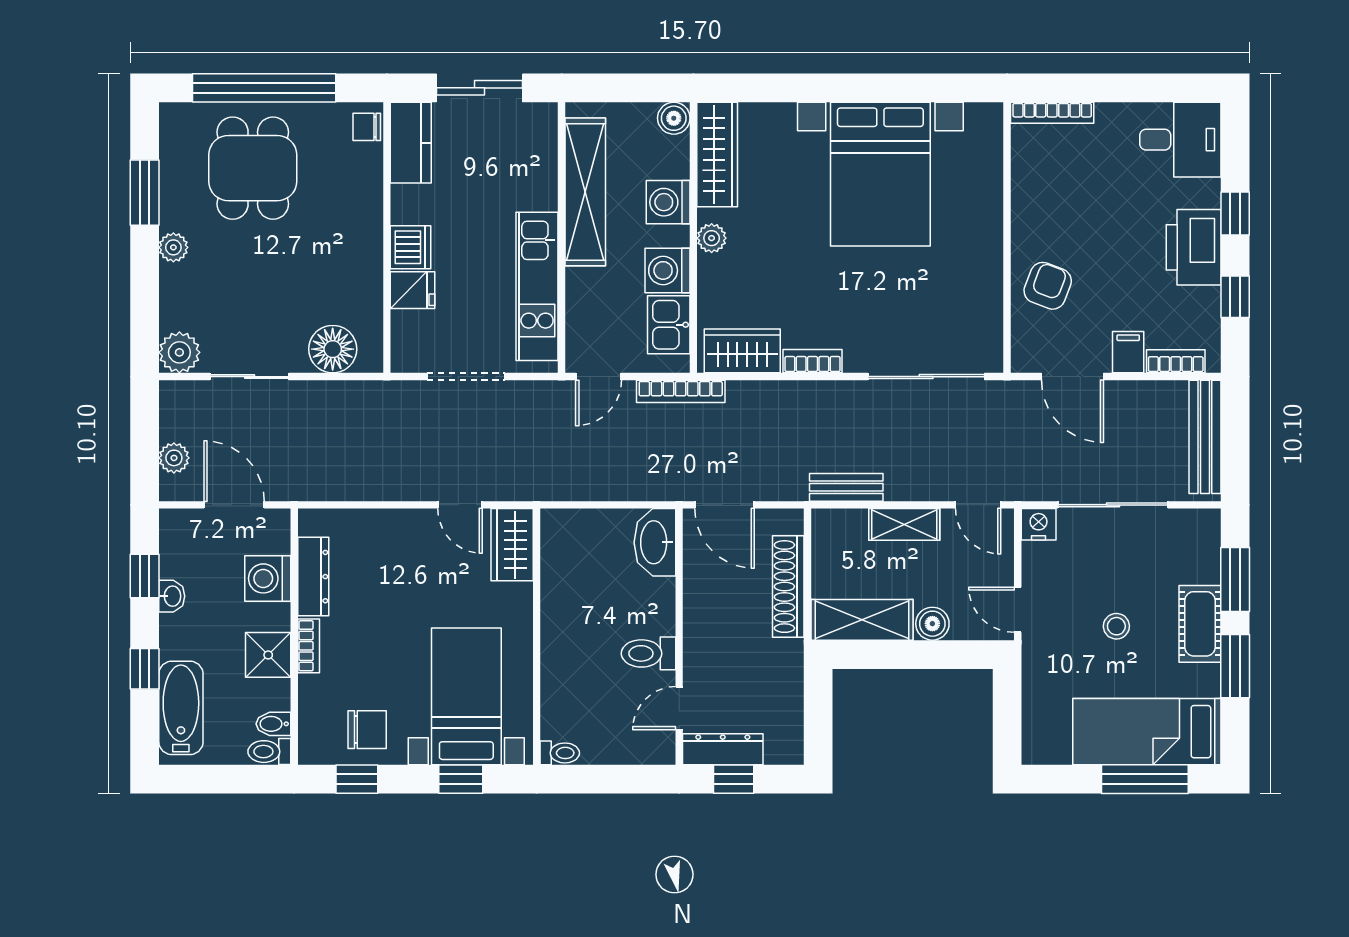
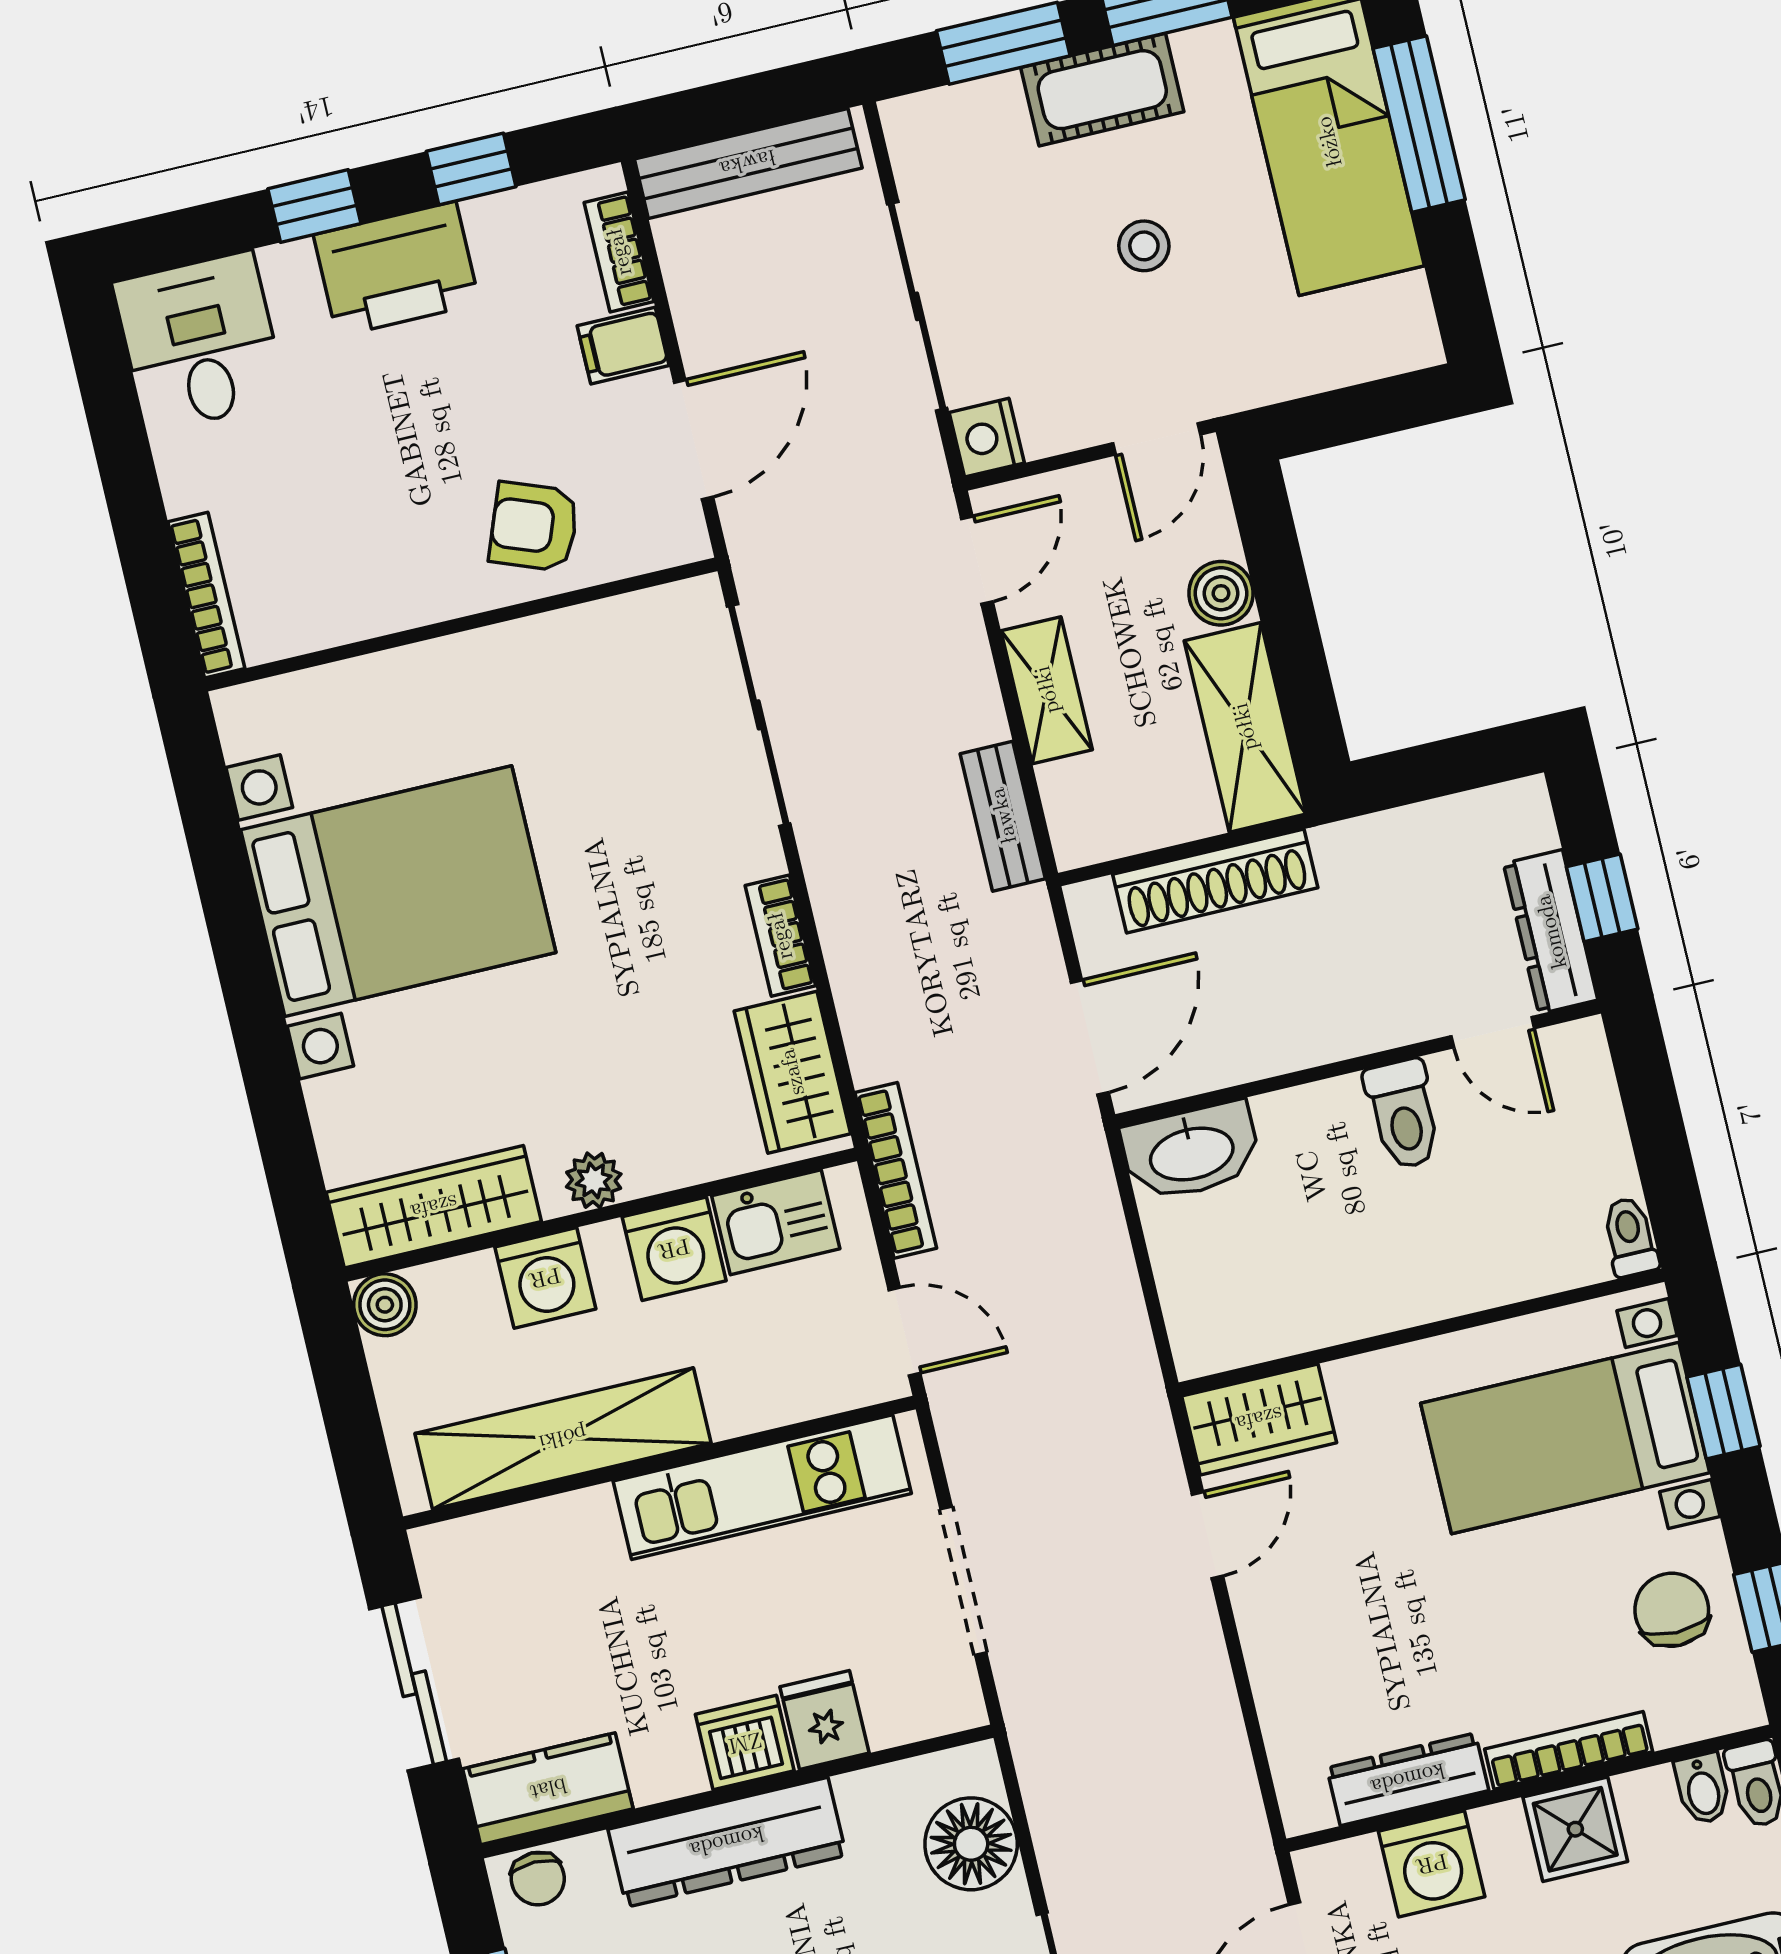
dresser: (363, 227) -> (727, 1842), added
bookcase: (309, 646) -> (1569, 1750), width x1.56

